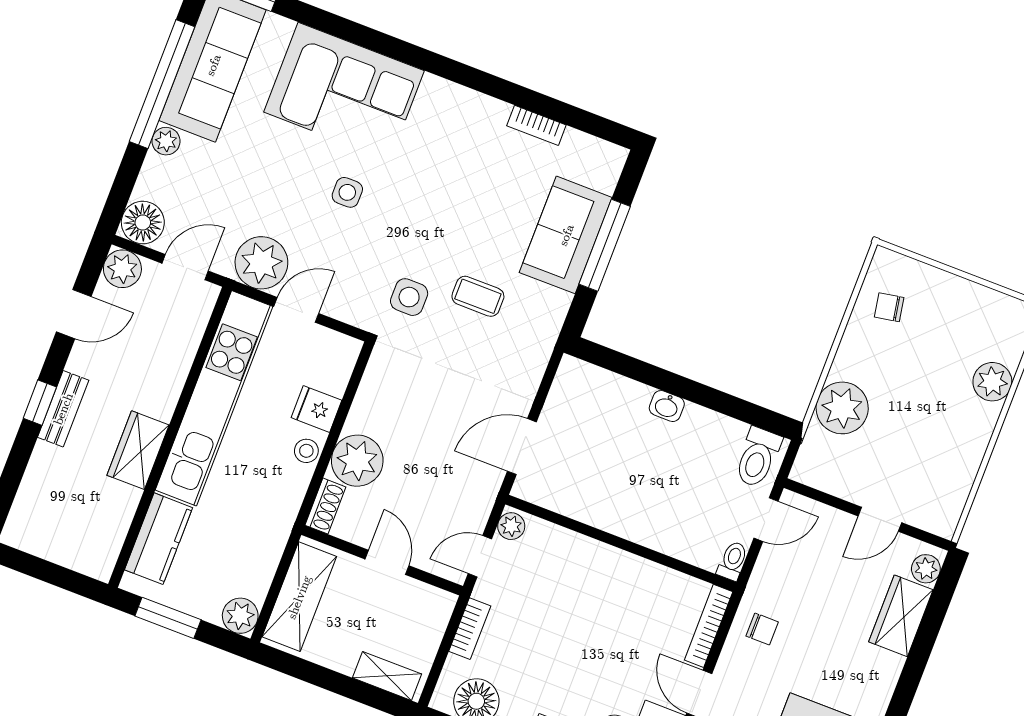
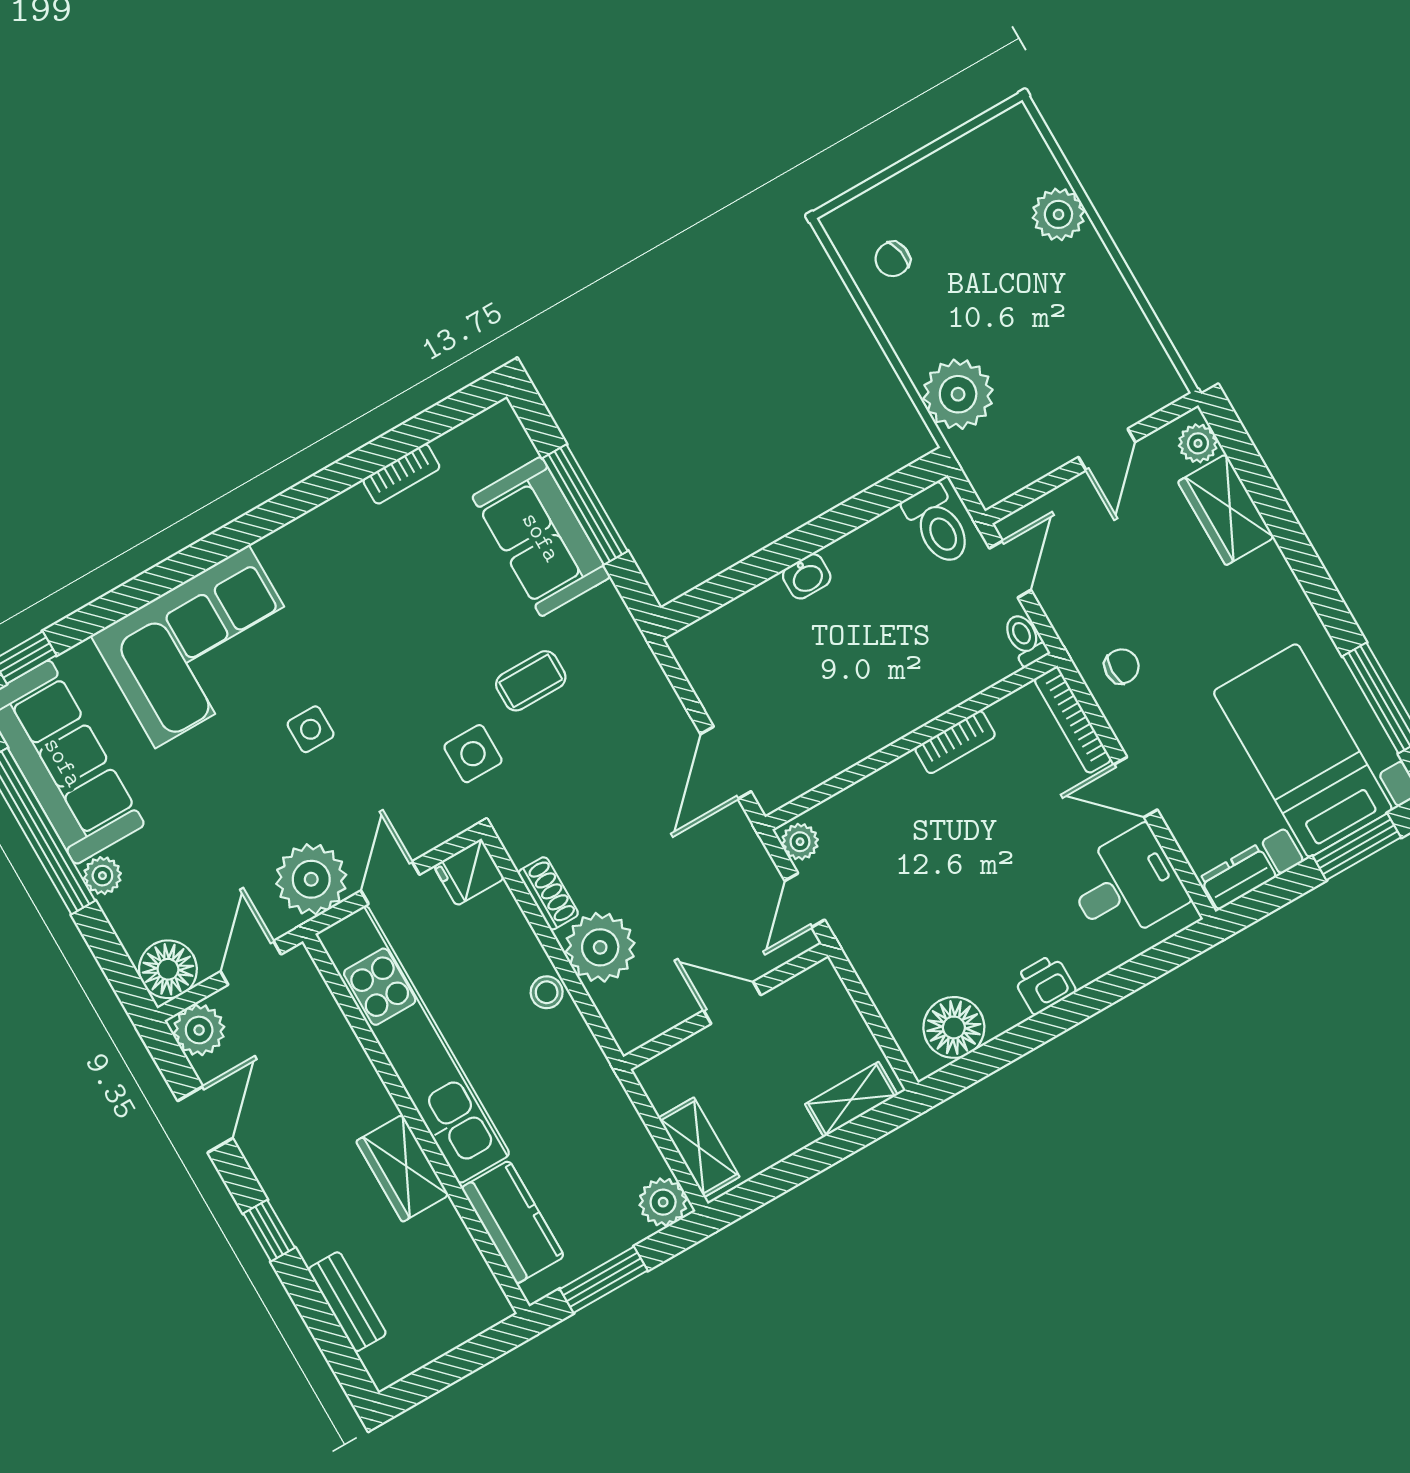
bench: (63, 409) -> (347, 1302), moved
fridge: (316, 409) -> (469, 872), moved
shoe rack: (325, 506) -> (548, 893), moved
shelving: (299, 597) -> (699, 1147), width x0.67, depth x0.75
bookcase: (470, 629) -> (955, 742), moved, turned 90

